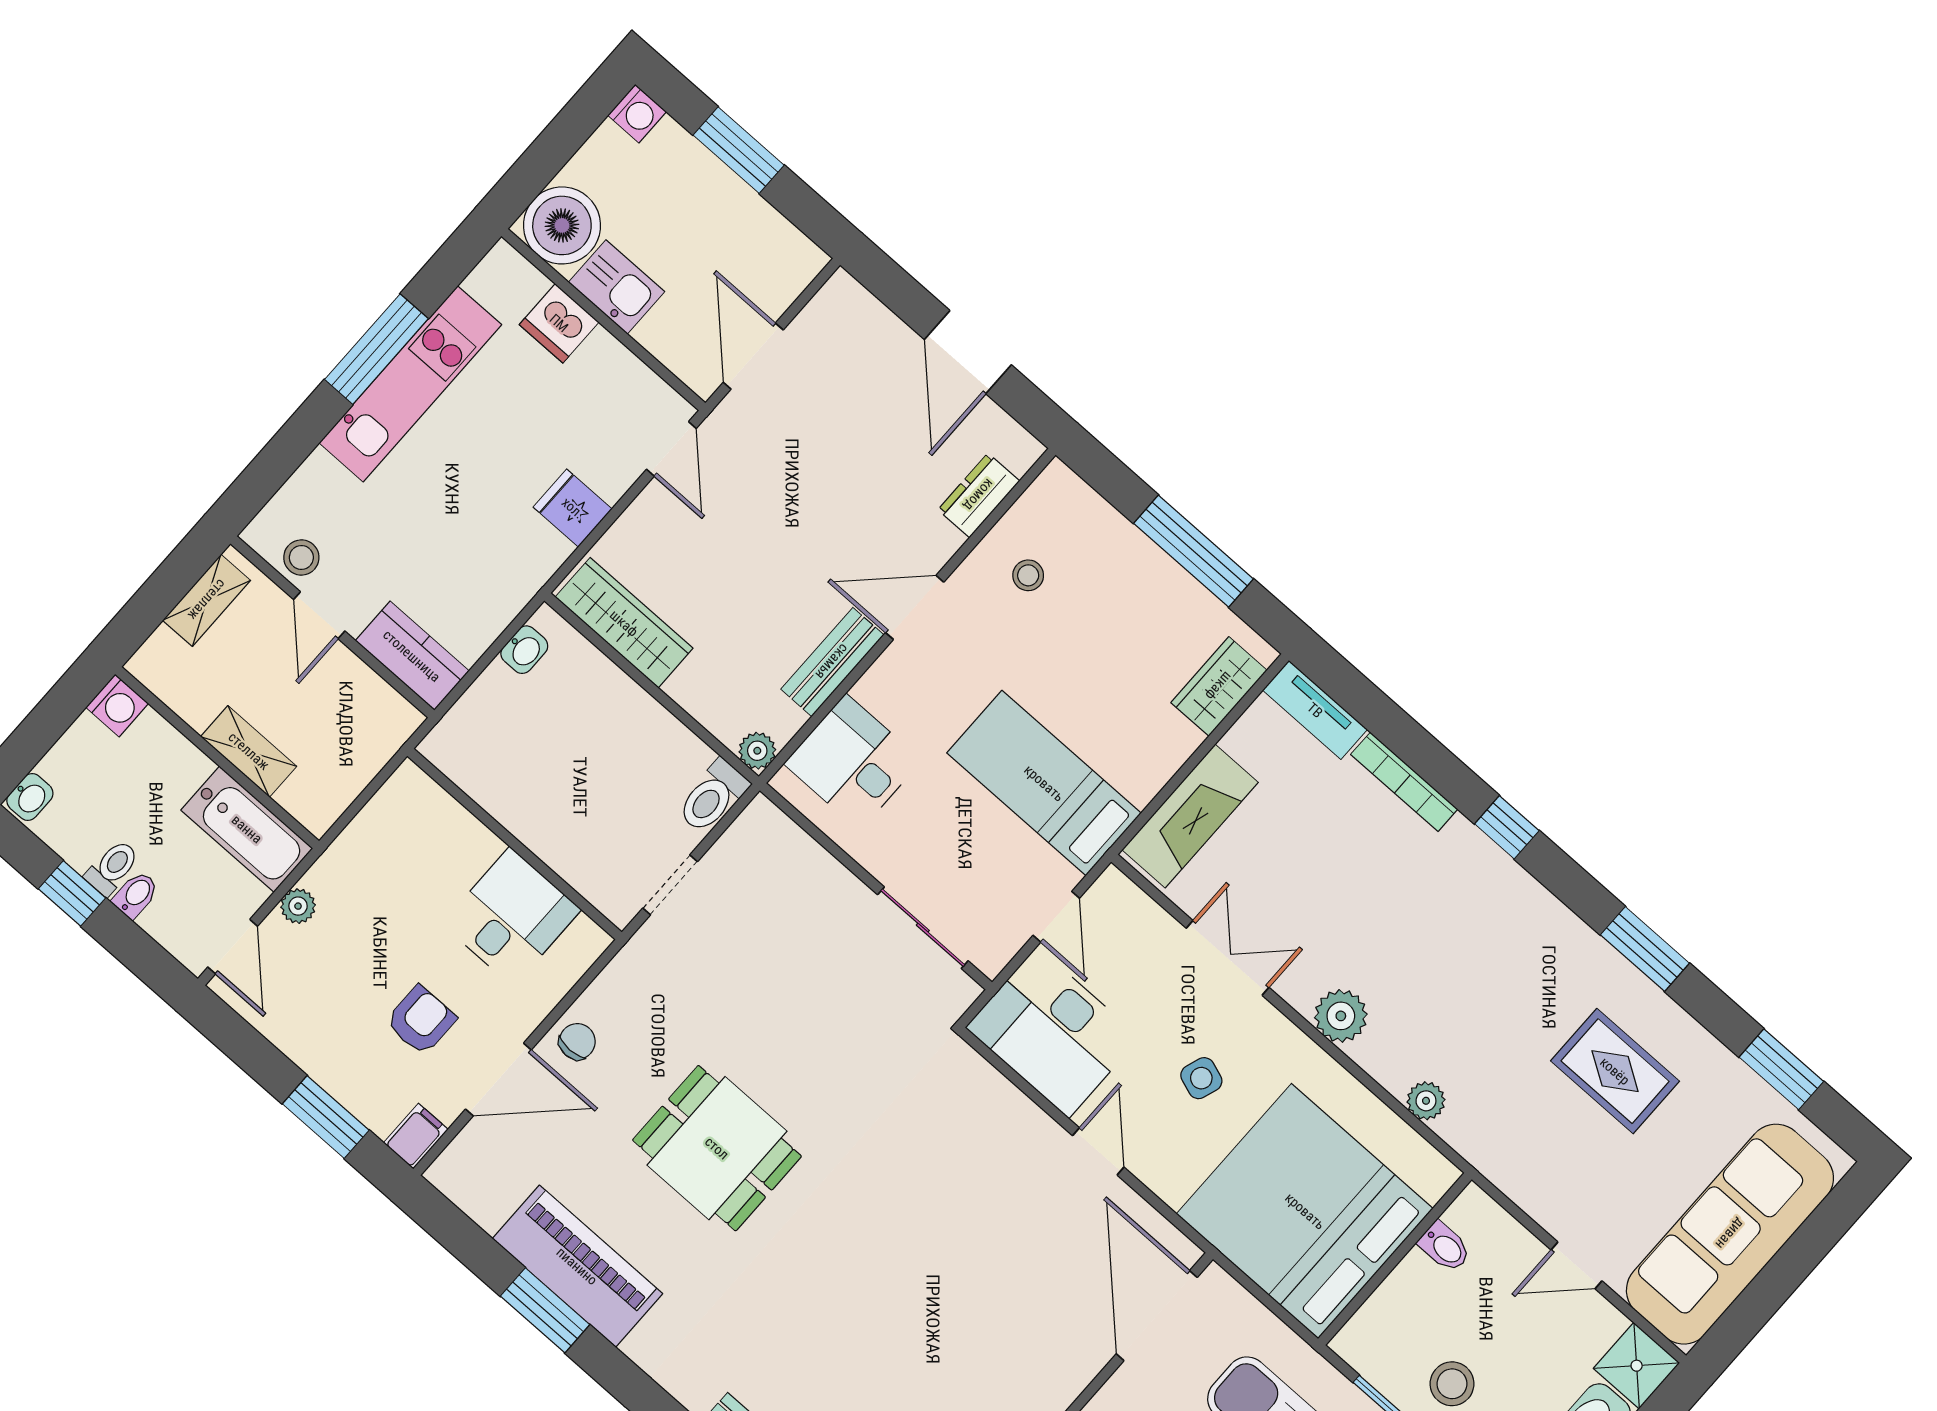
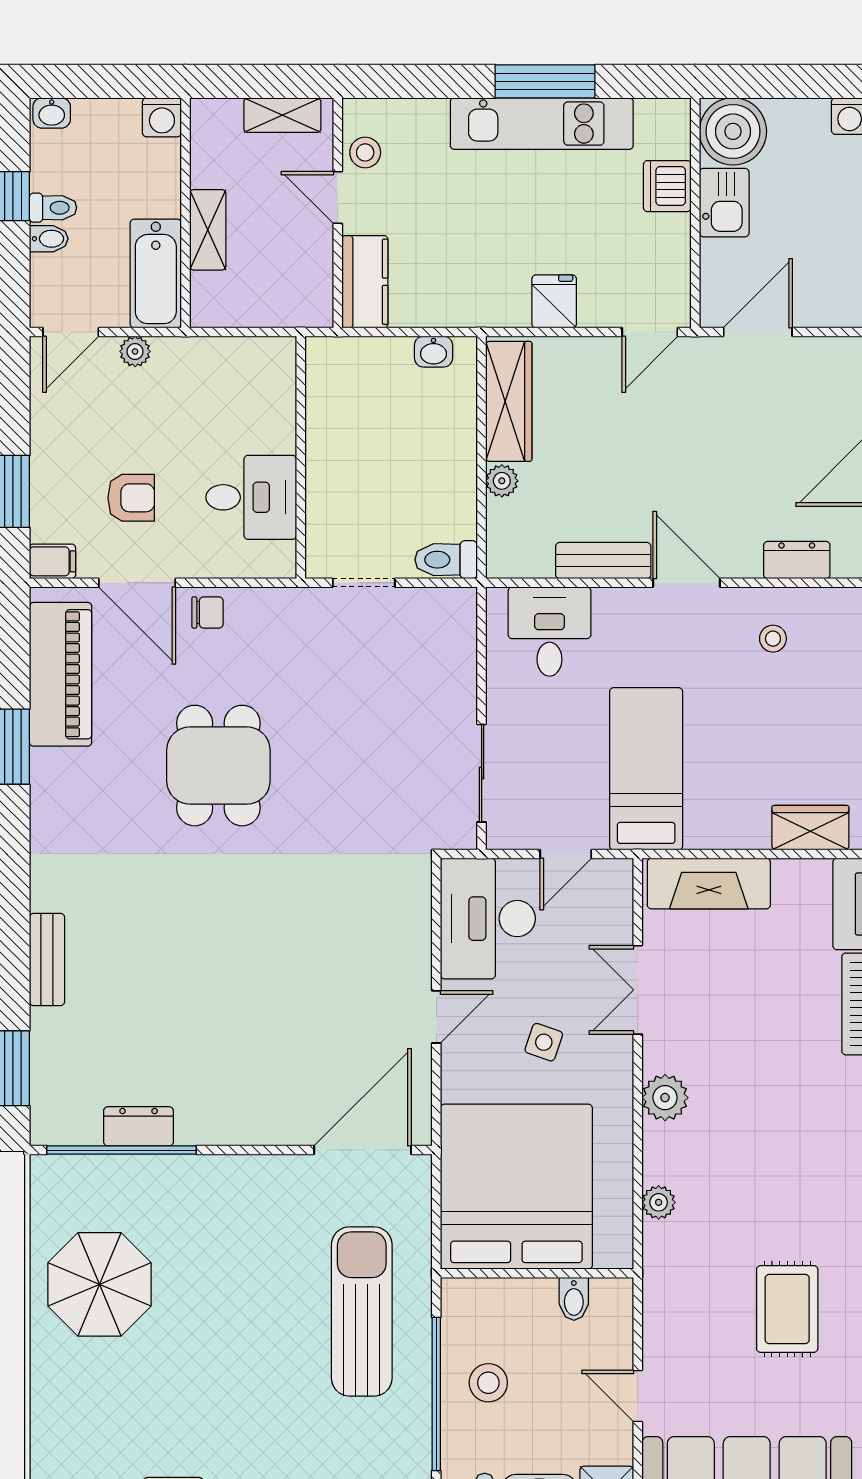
door: (319, 615) -> (338, 197), hinge flipped
plant: (757, 751) -> (502, 481), moved
double door: (1228, 958) -> (638, 990), swing flipped
piano: (577, 1266) -> (61, 674), moved

